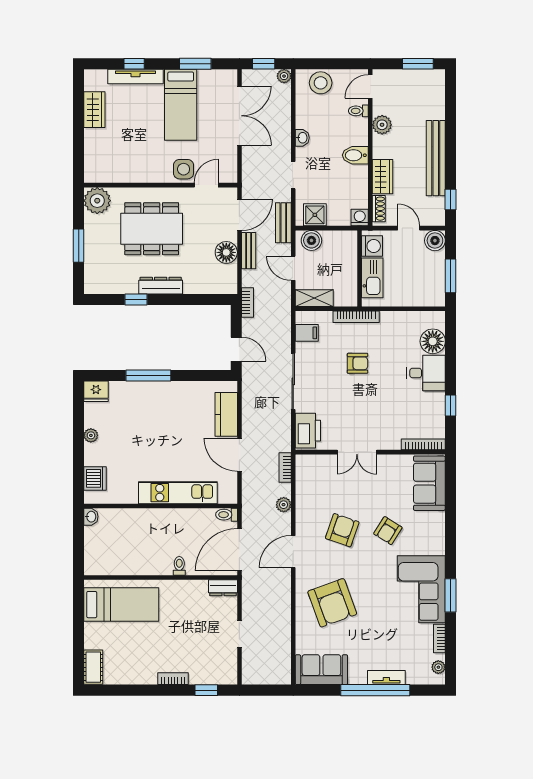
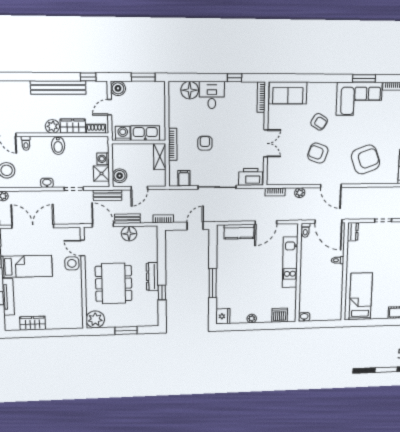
plant: (382, 125) -> (52, 126), moved
washing machine: (360, 218) -> (103, 159), moved
shelving: (314, 298) -> (160, 157), moved

